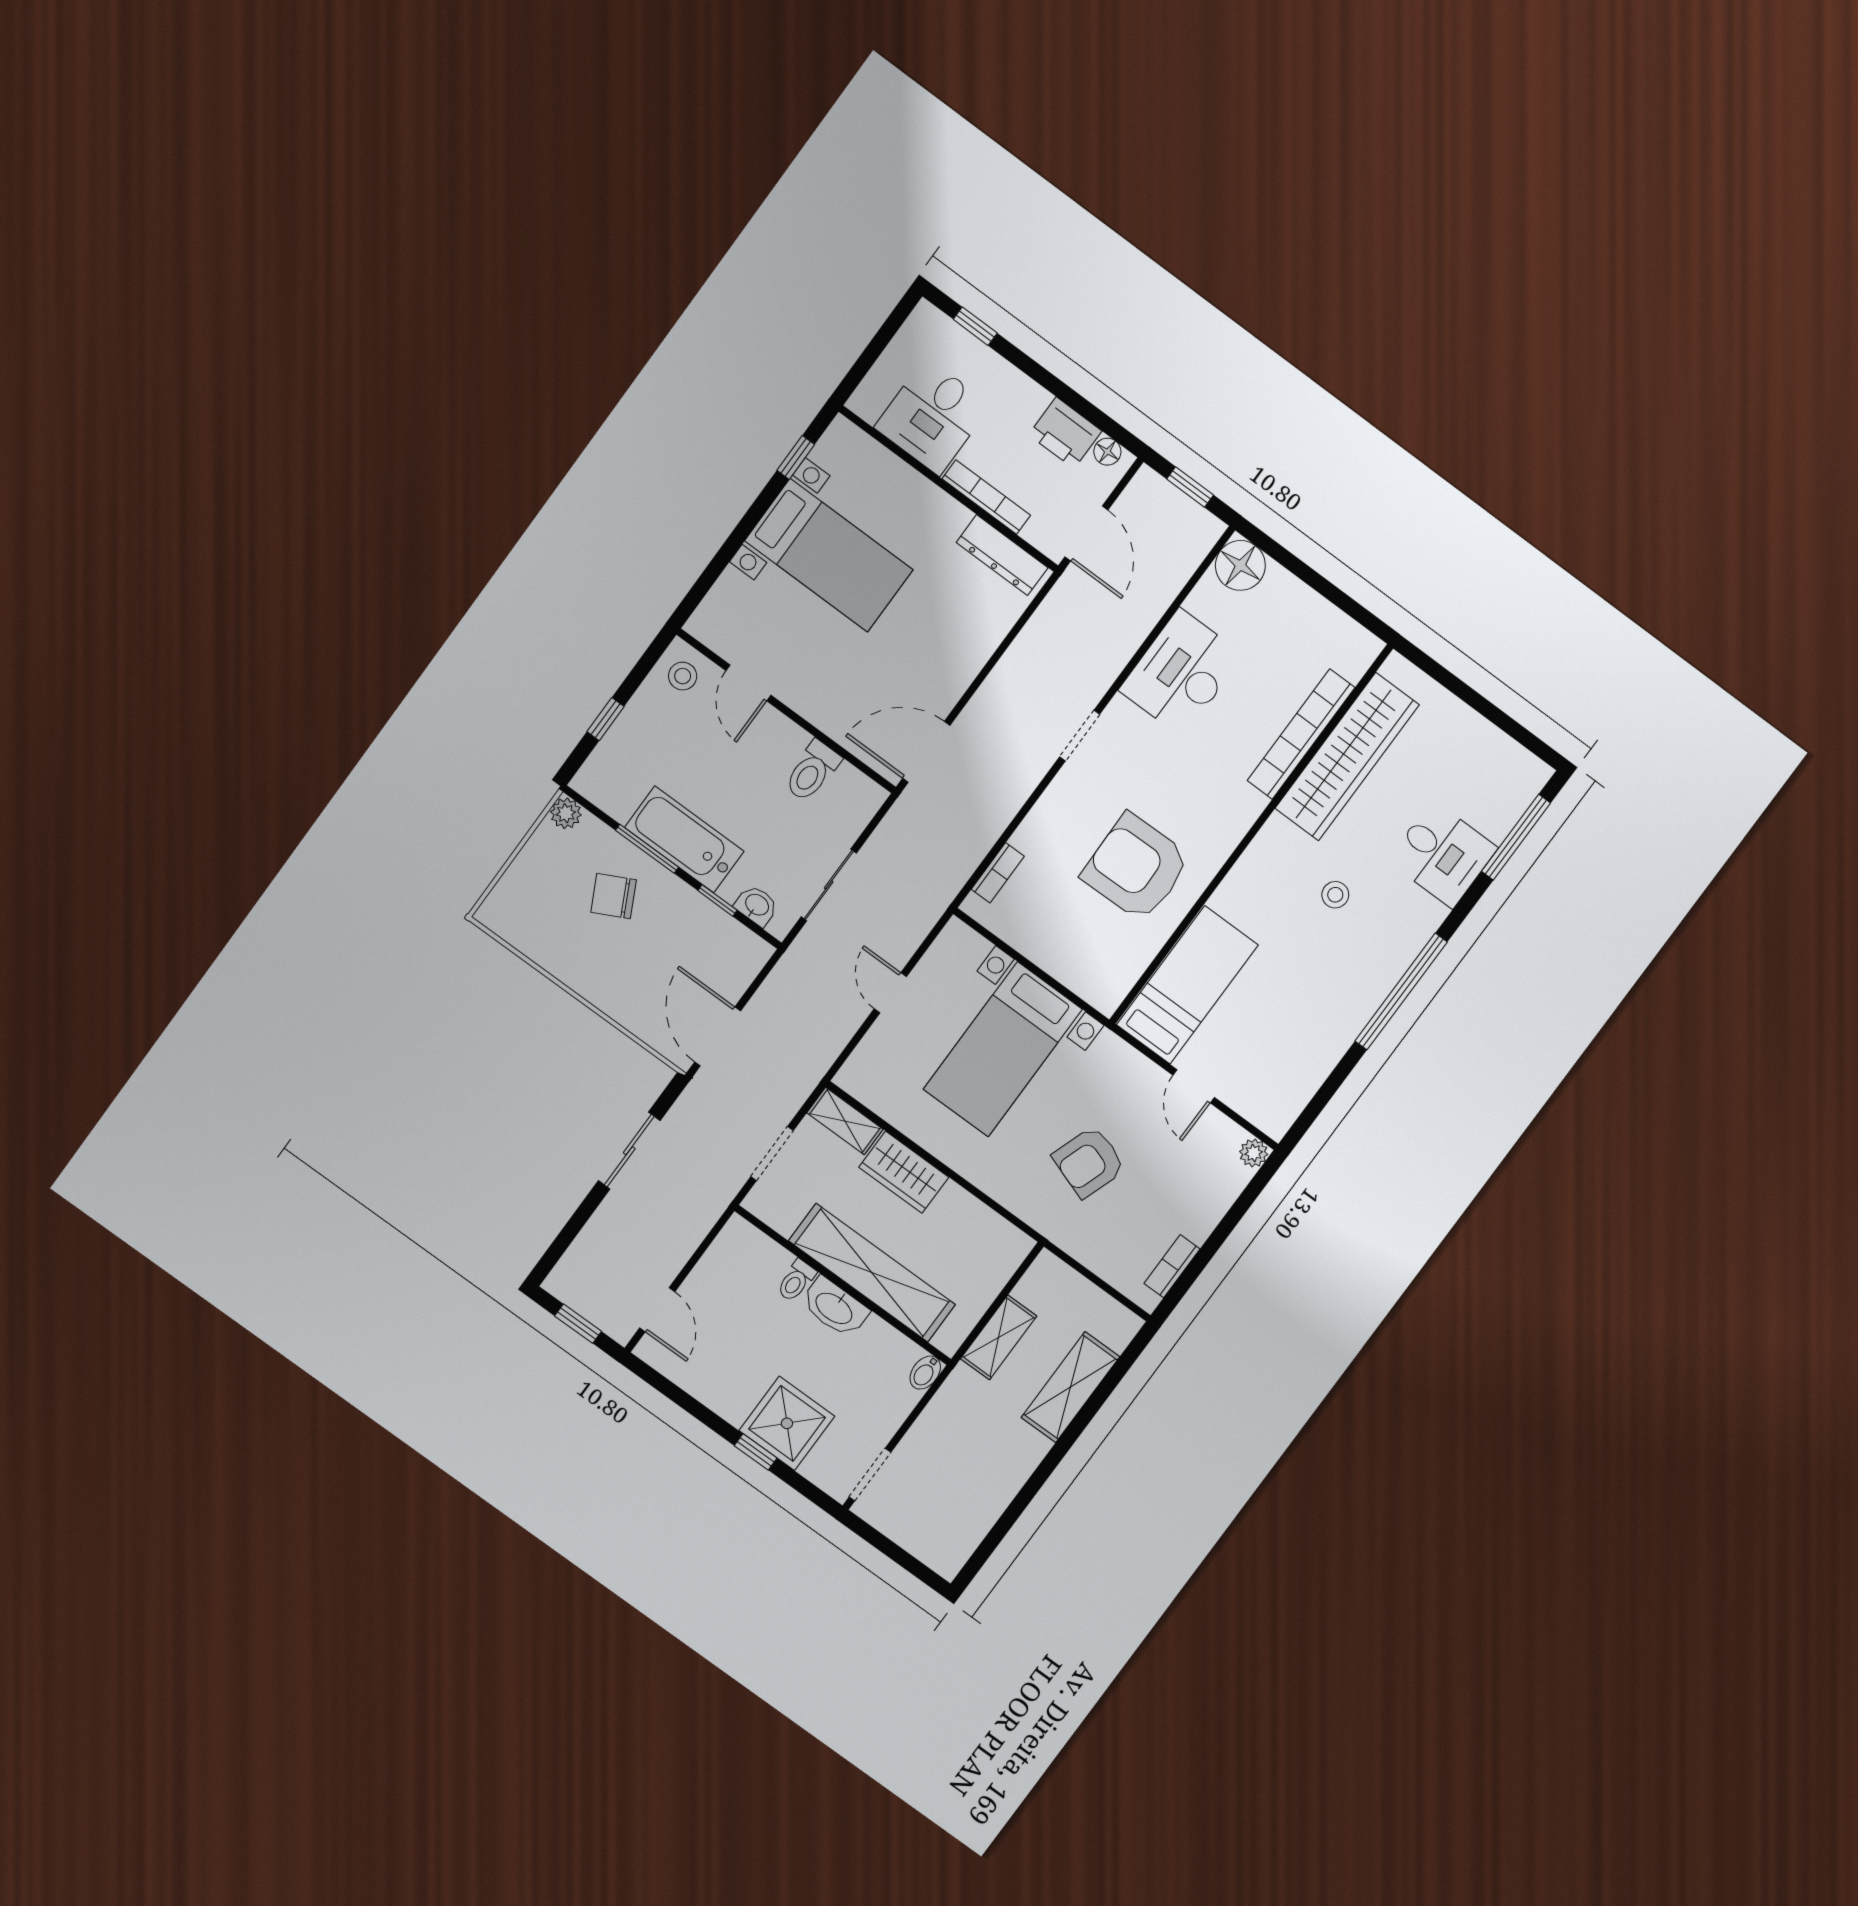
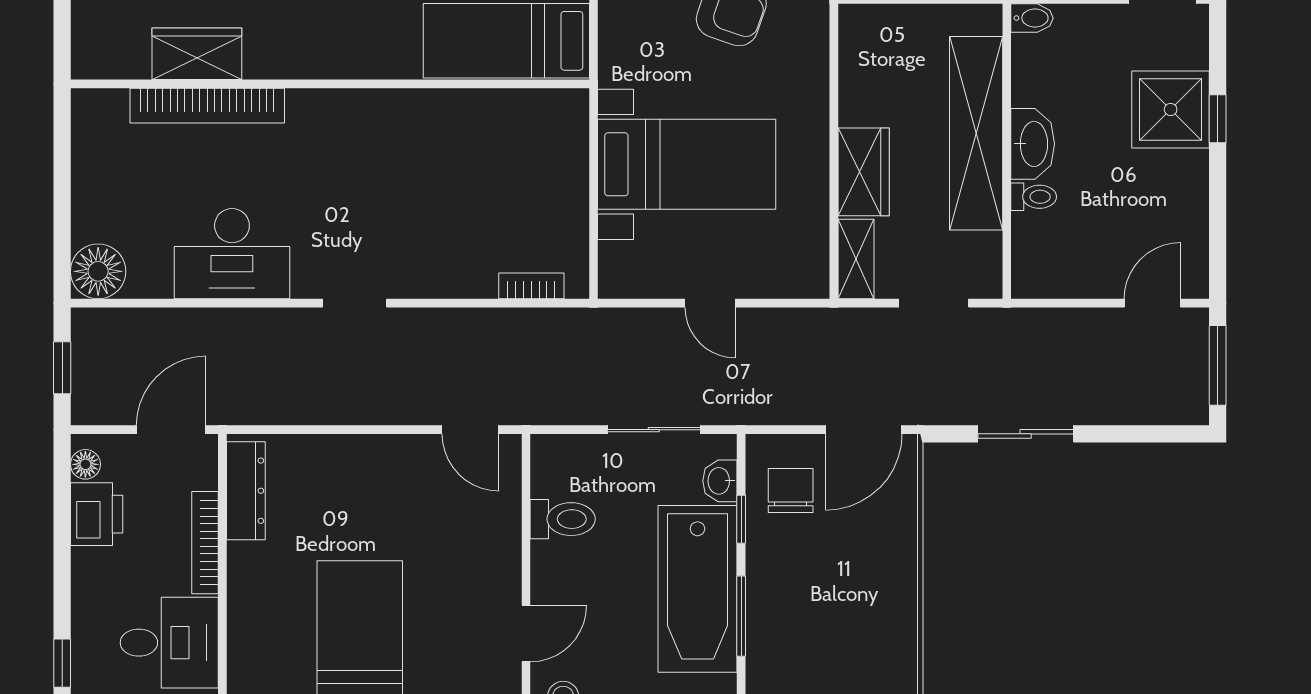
door: (926, 752) -> (470, 430), width x0.73
wardrobe: (1347, 757) -> (197, 54), width x0.48, depth x0.85
bathtub: (684, 839) -> (698, 589), width x1.36, depth x1.36
armchair: (1136, 867) -> (435, 165), removed
chair: (614, 896) -> (791, 491), moved, turned -153
door: (890, 993) -> (710, 303), hinge flipped
window: (578, 1324) -> (1218, 365), width x1.50

